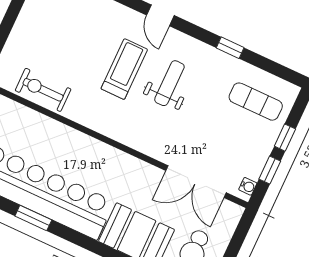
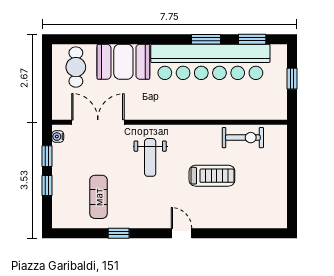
treadmill: (124, 69) -> (212, 176), moved, turned -90
weight bench: (169, 83) -> (150, 157), moved
exercise mat: (256, 102) -> (99, 197), moved, turned 90

